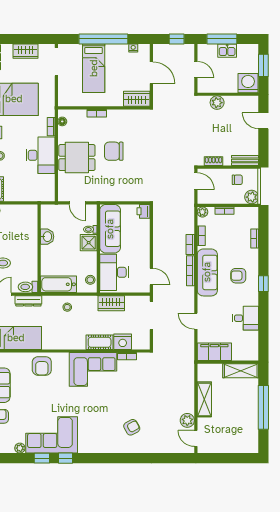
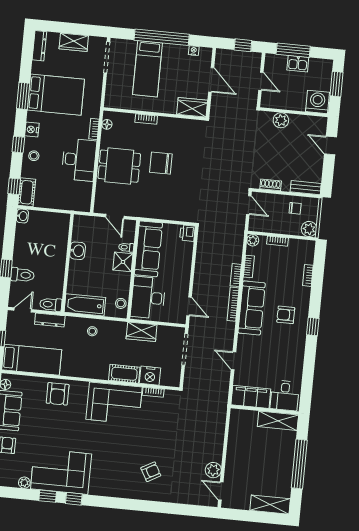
desk: (246, 318) -> (285, 396), moved, turned 90
shelving: (204, 399) -> (270, 505), moved, turned 90

